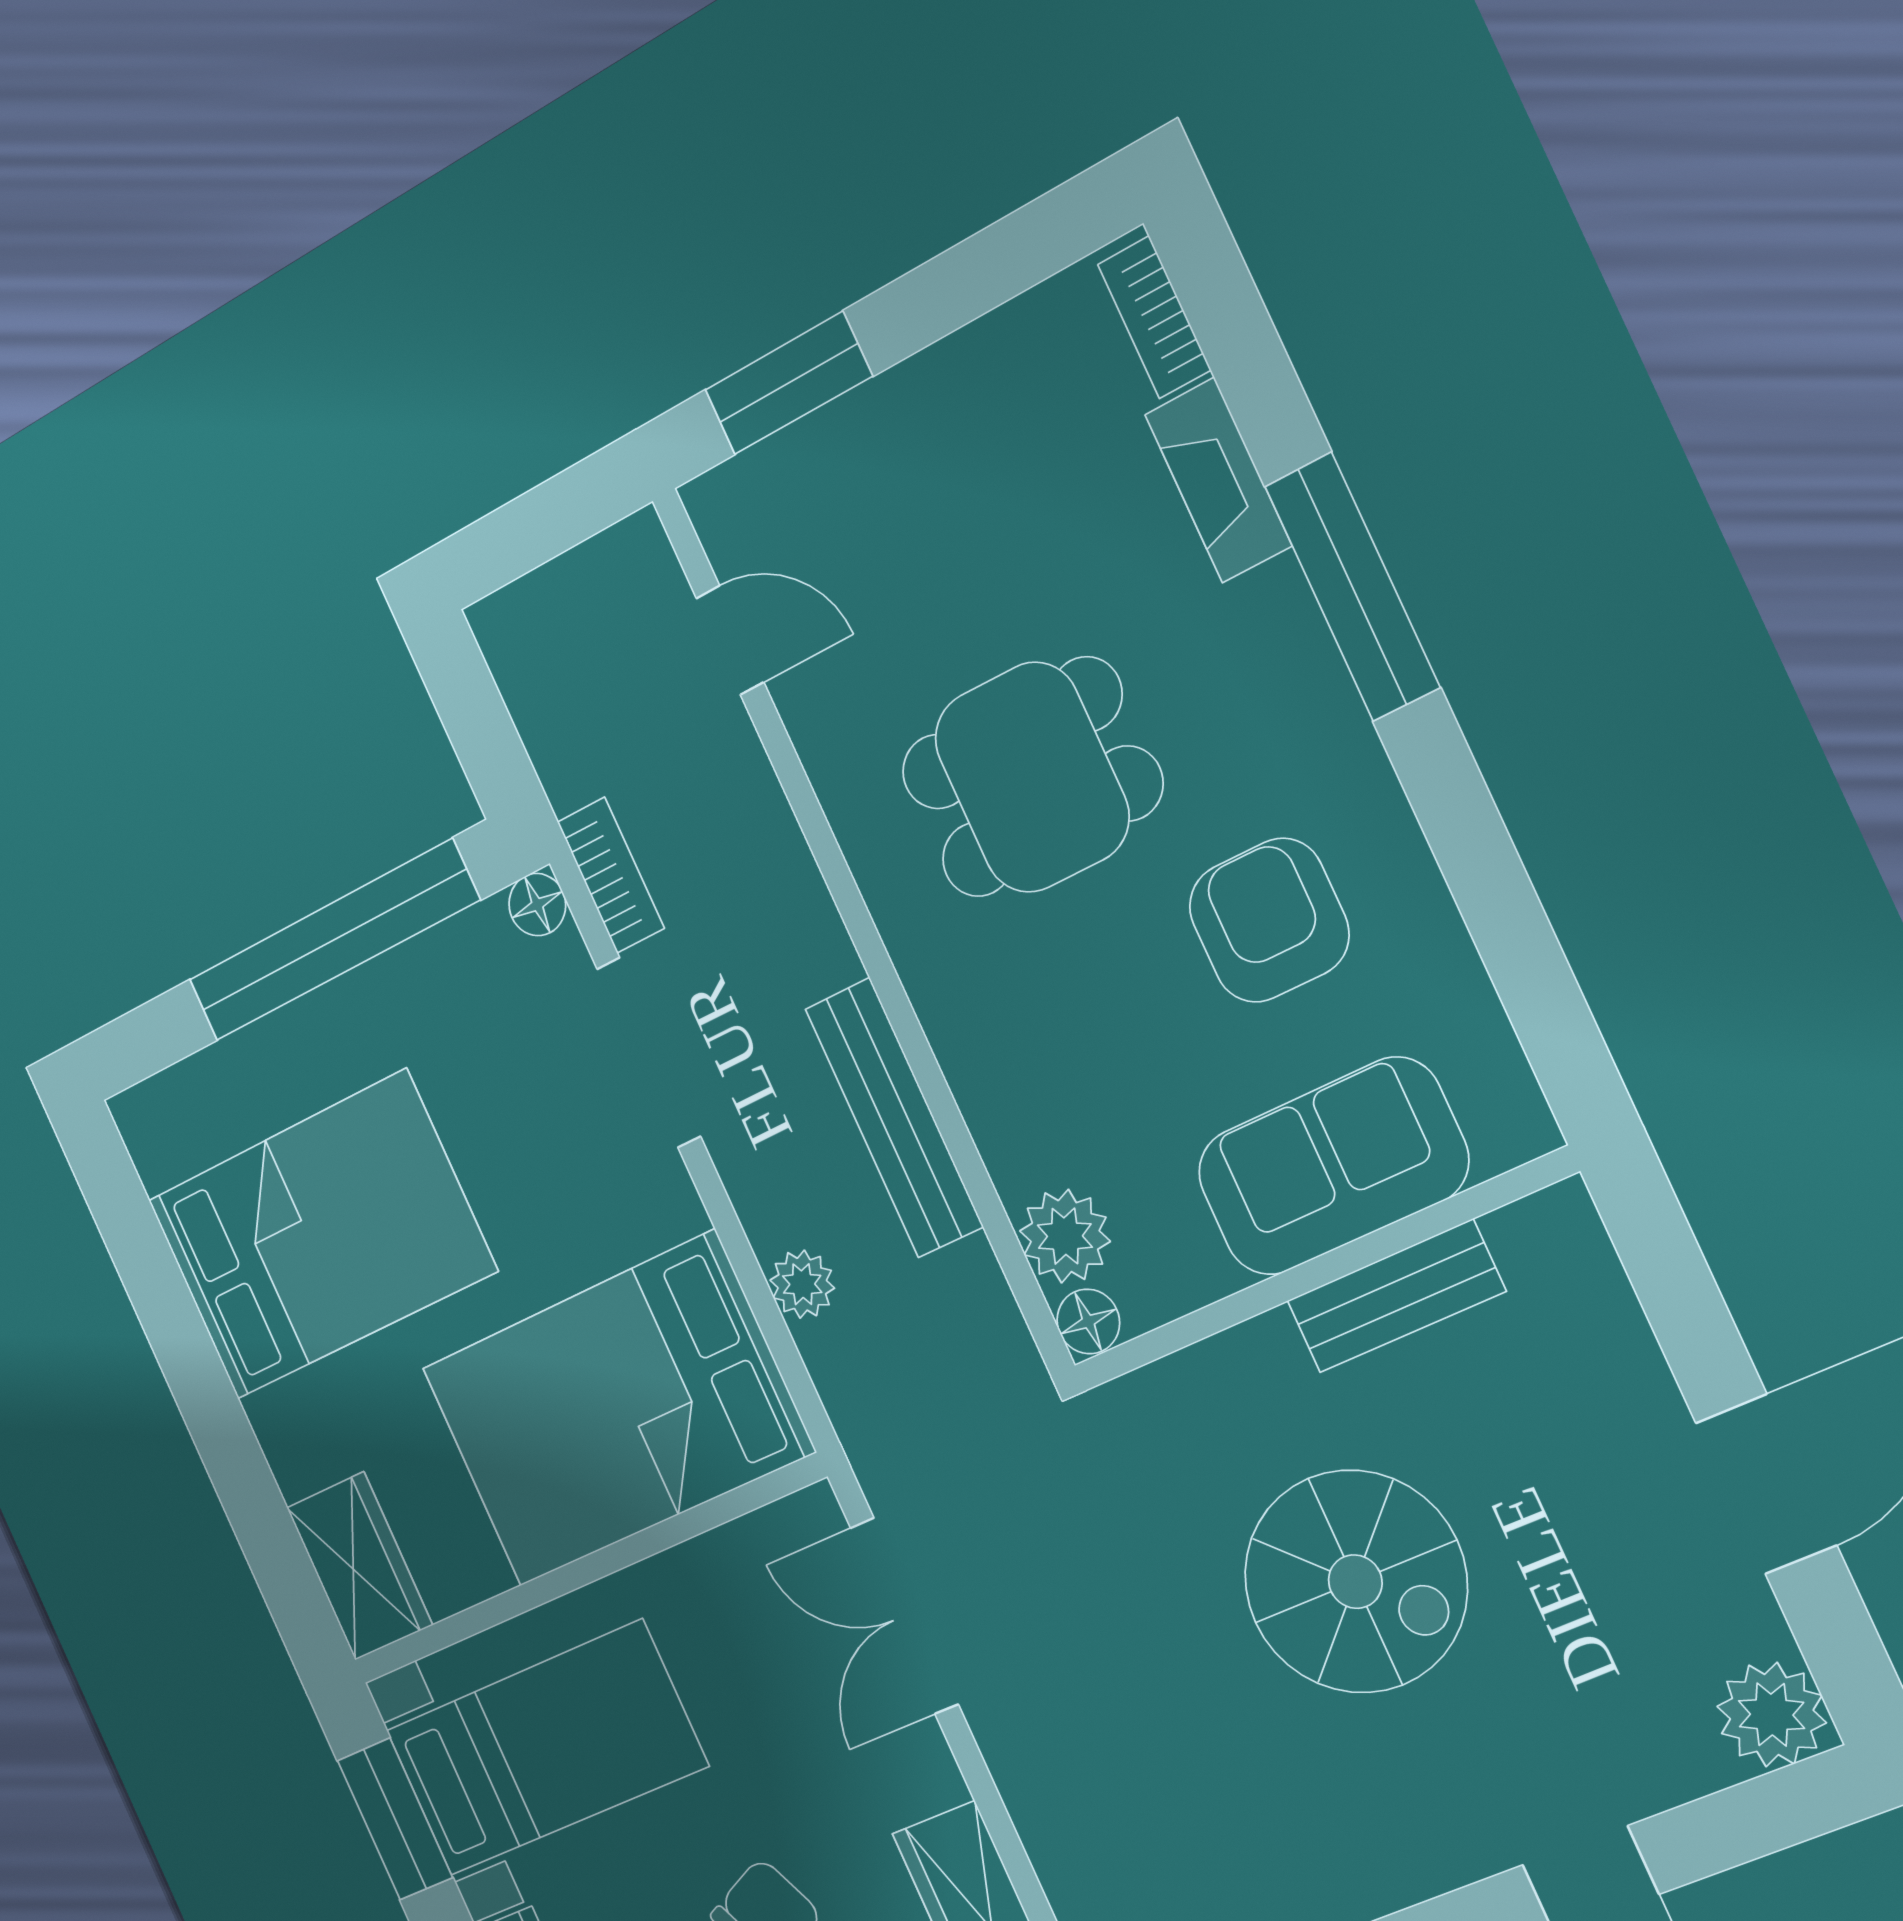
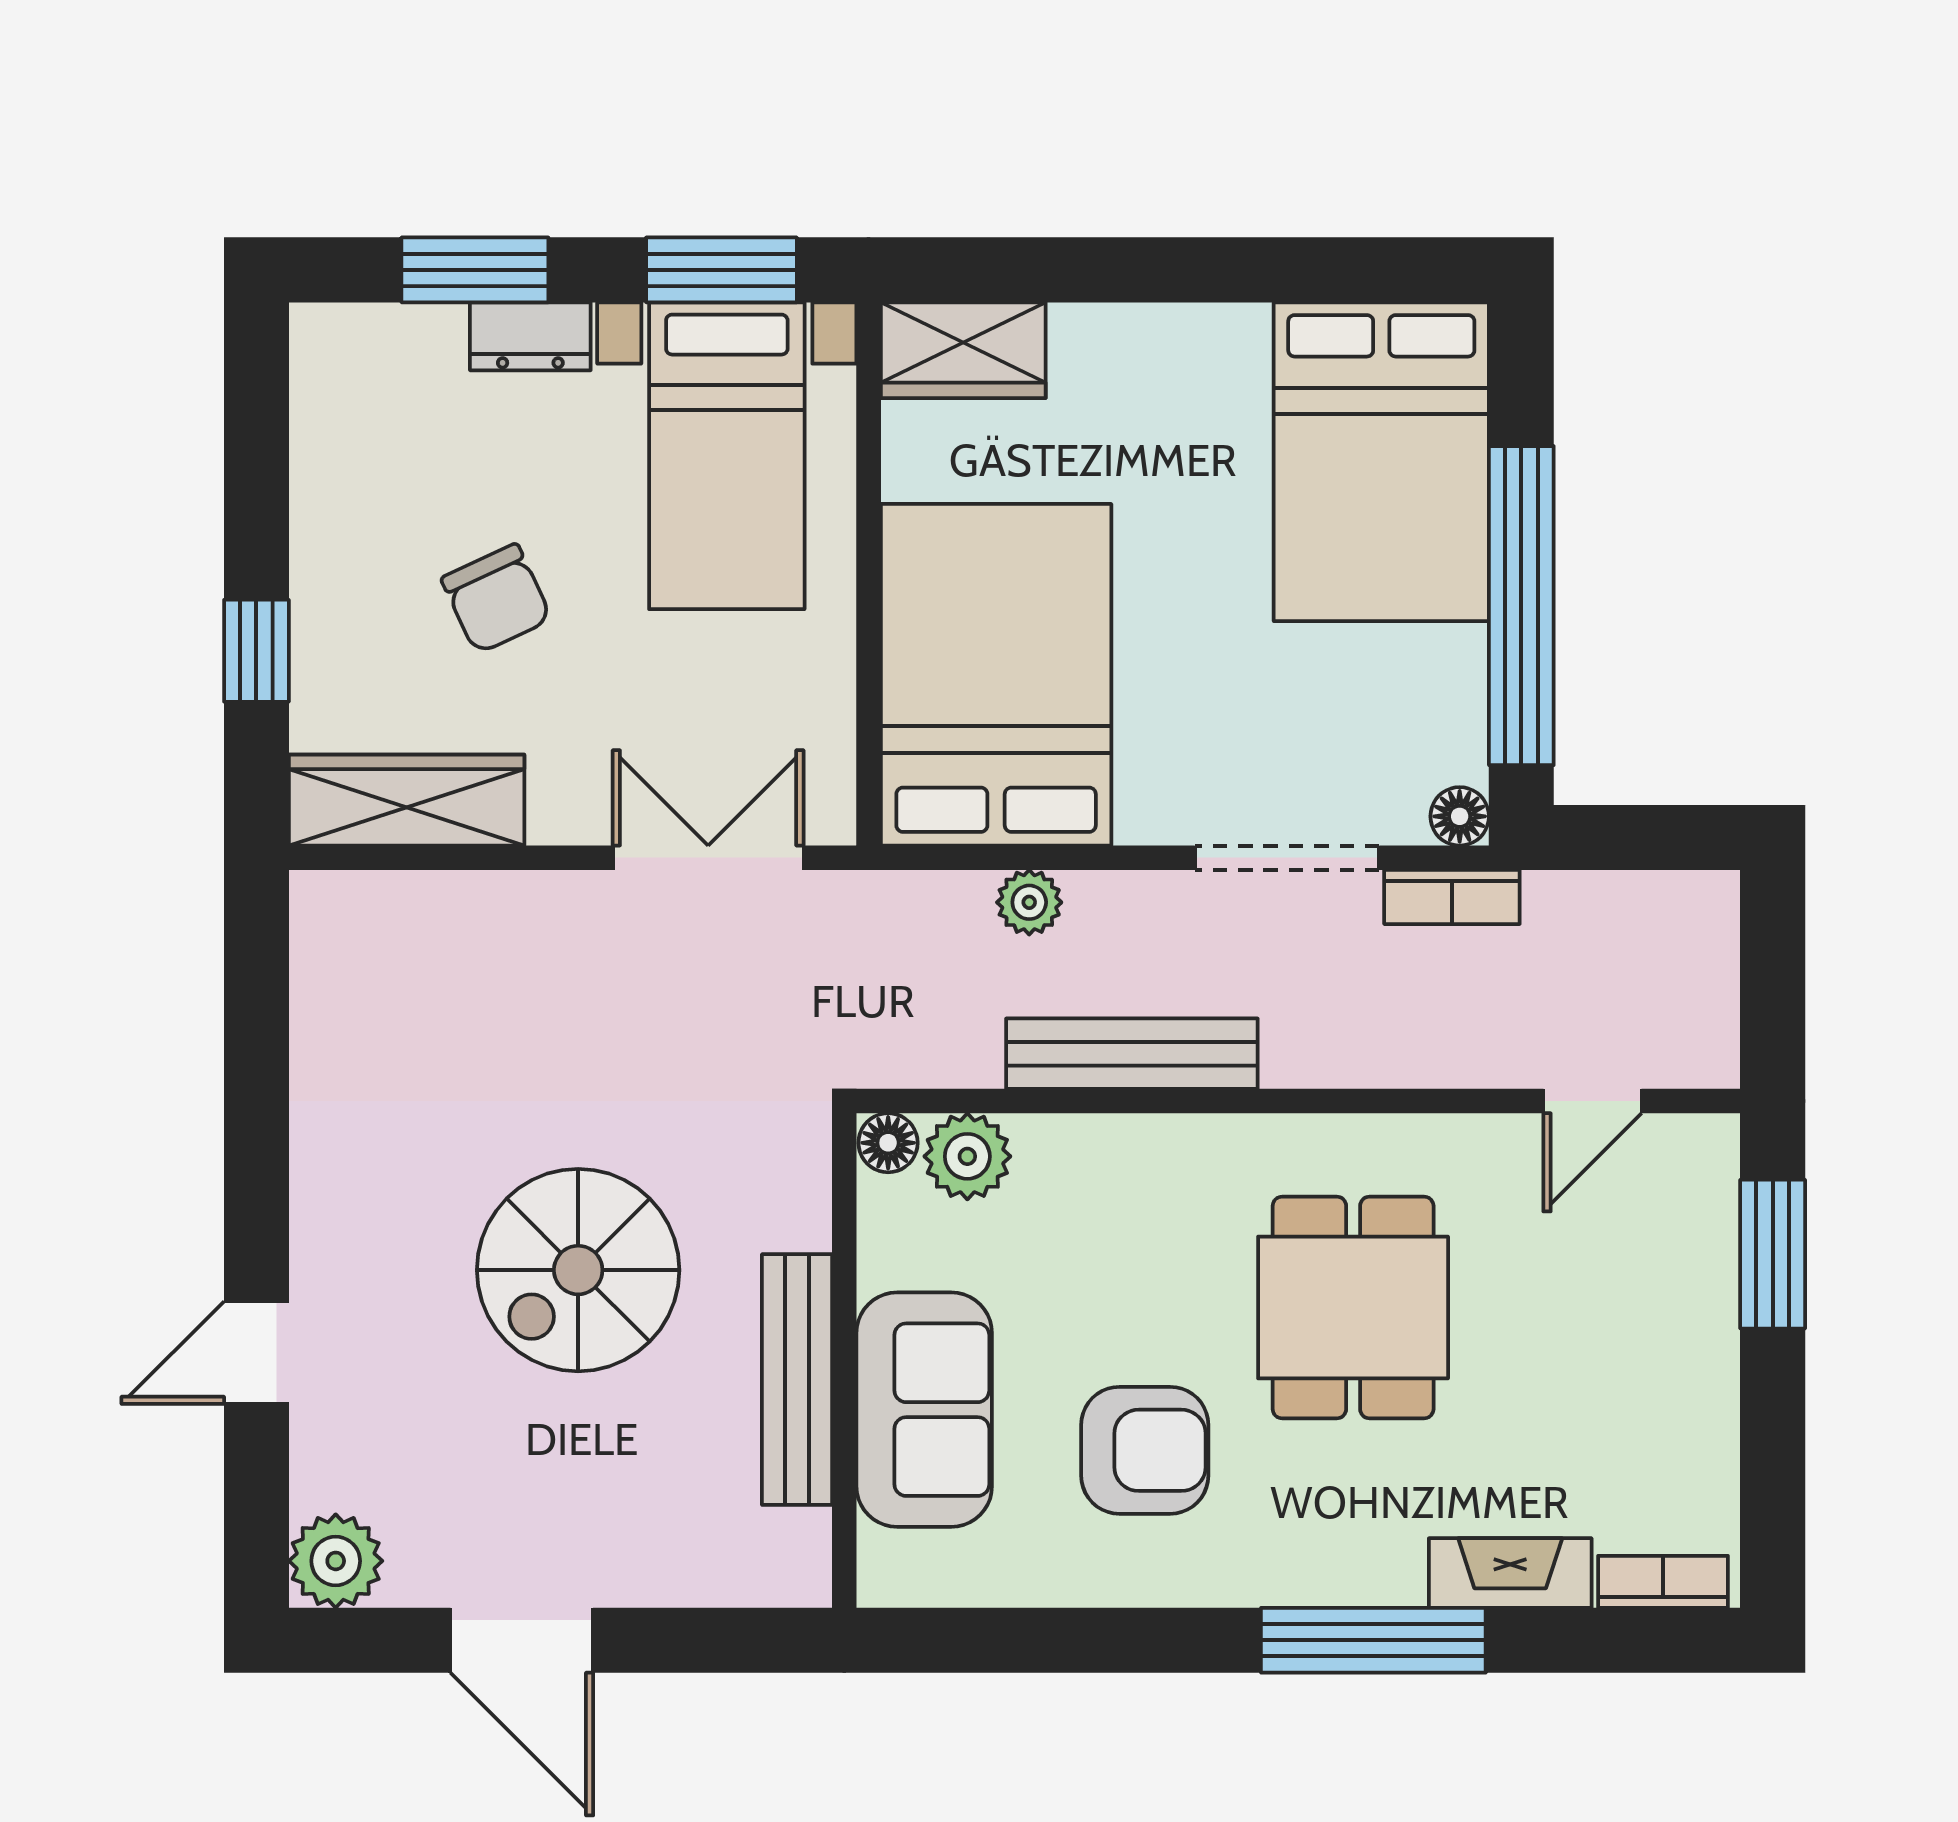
bed: (321, 1235) -> (1381, 462), moved
bench: (1396, 1296) -> (797, 1380), width x1.36

